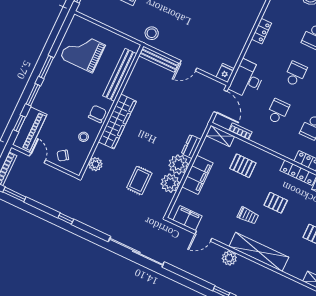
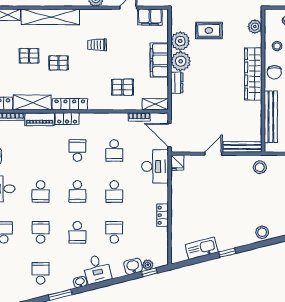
rug: (139, 180) -> (209, 30), turned 90
pallet: (276, 203) -> (59, 63), moved
shelving: (259, 252) -> (50, 17), moved

